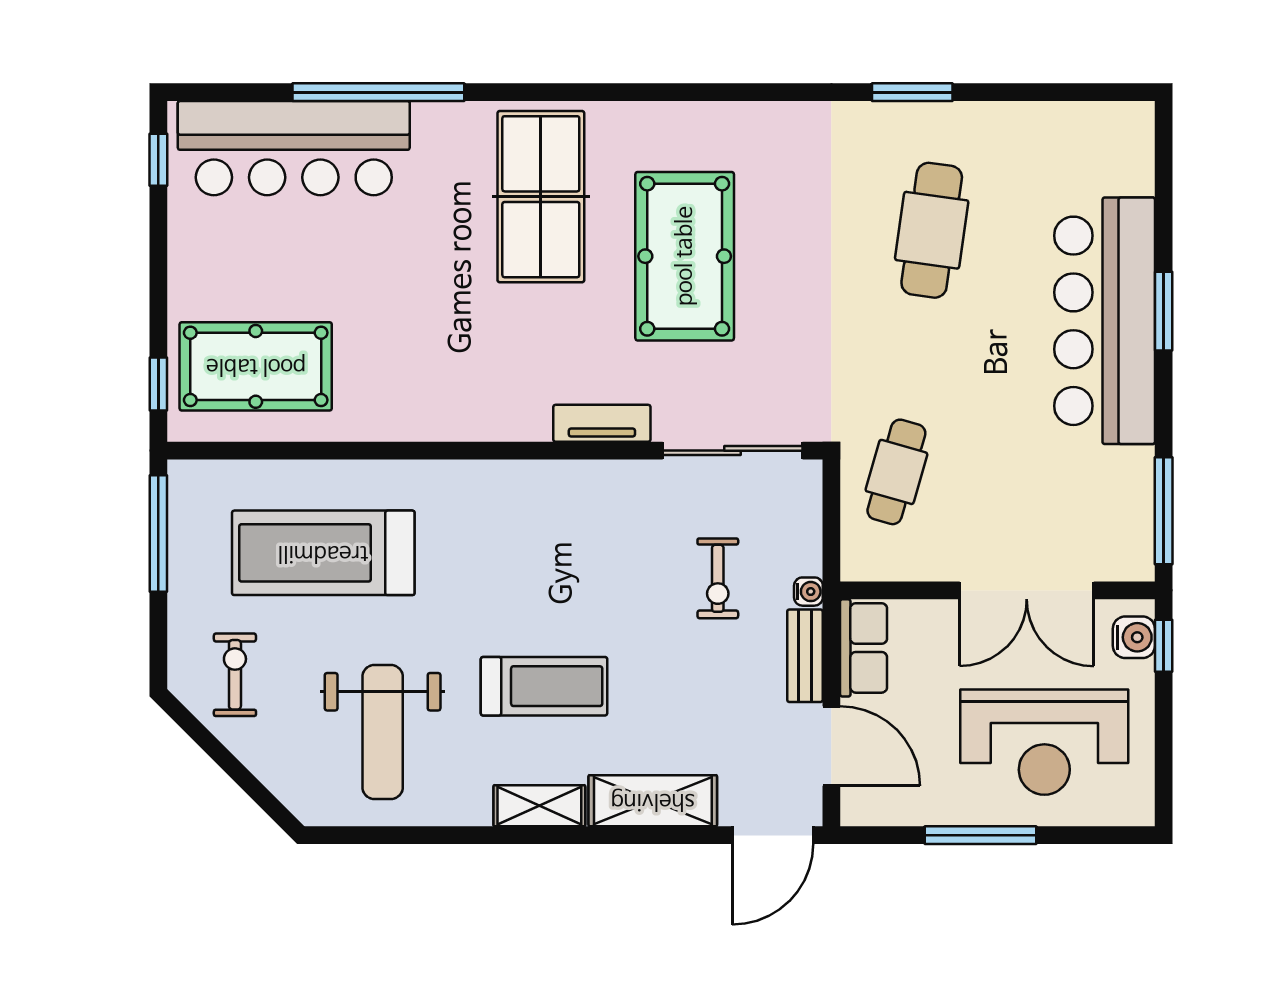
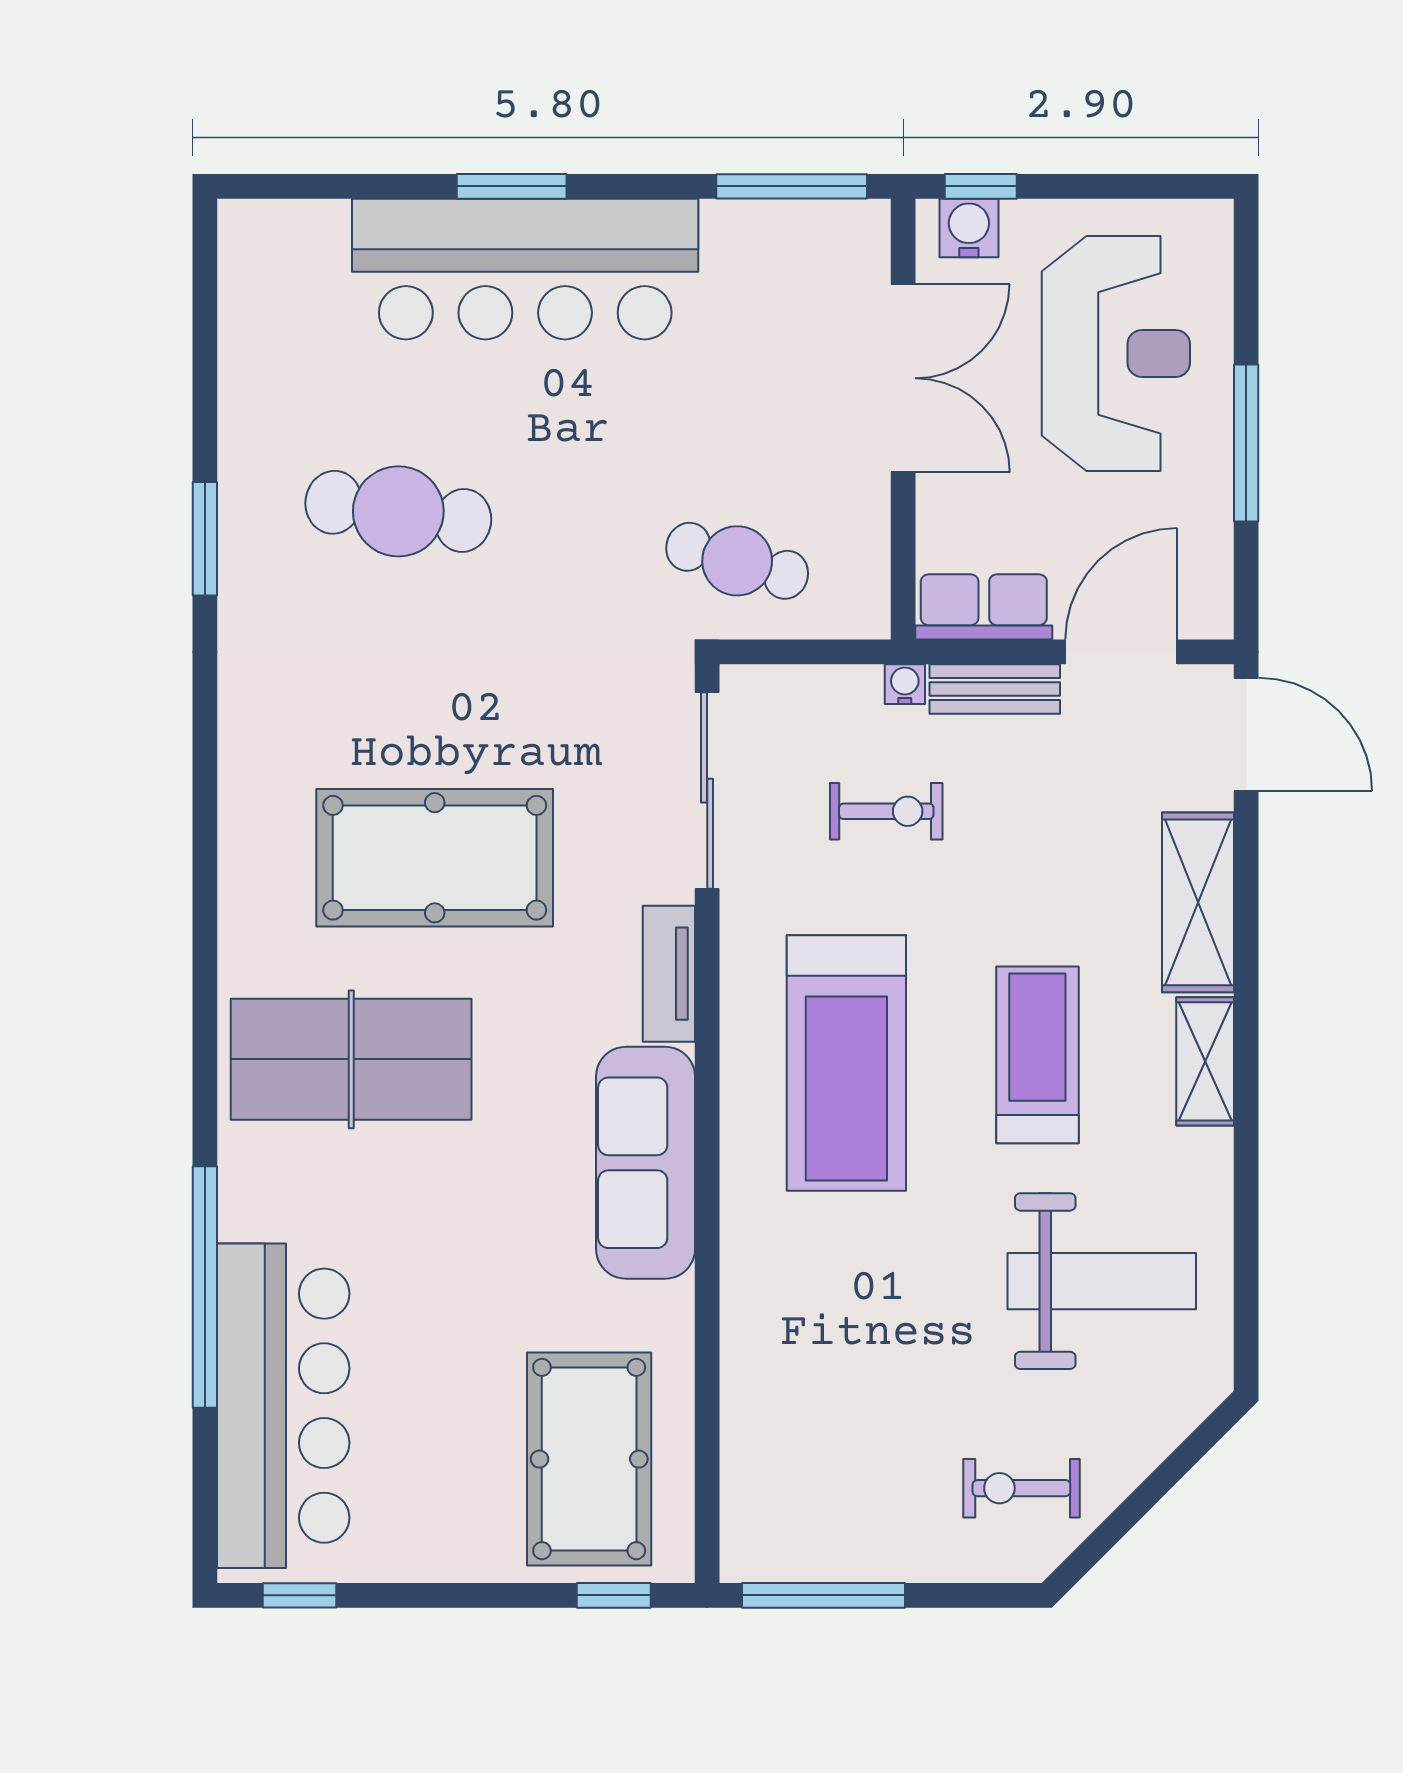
sofa: (467, 407) -> (646, 1163), added
treadmill: (323, 553) -> (846, 1063), moved

